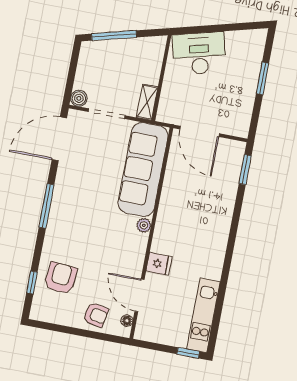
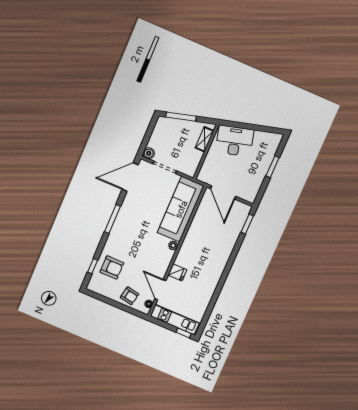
shelving: (147, 102) -> (204, 139), moved
armchair: (61, 278) -> (112, 267), turned 85
kitchen unit: (203, 315) -> (175, 320), moved, turned 90

